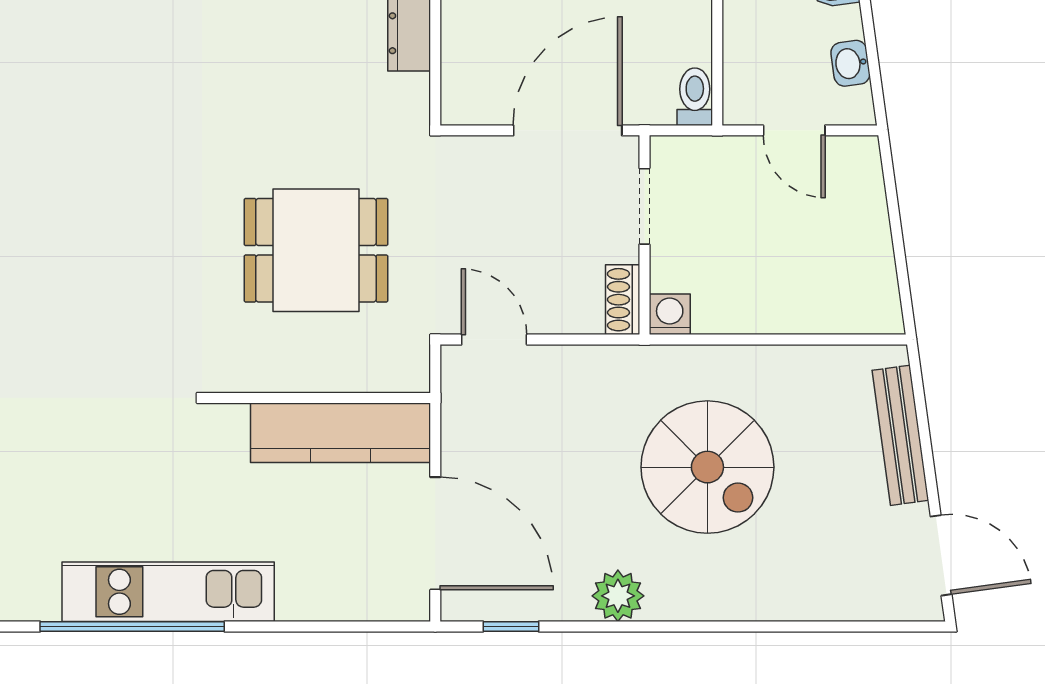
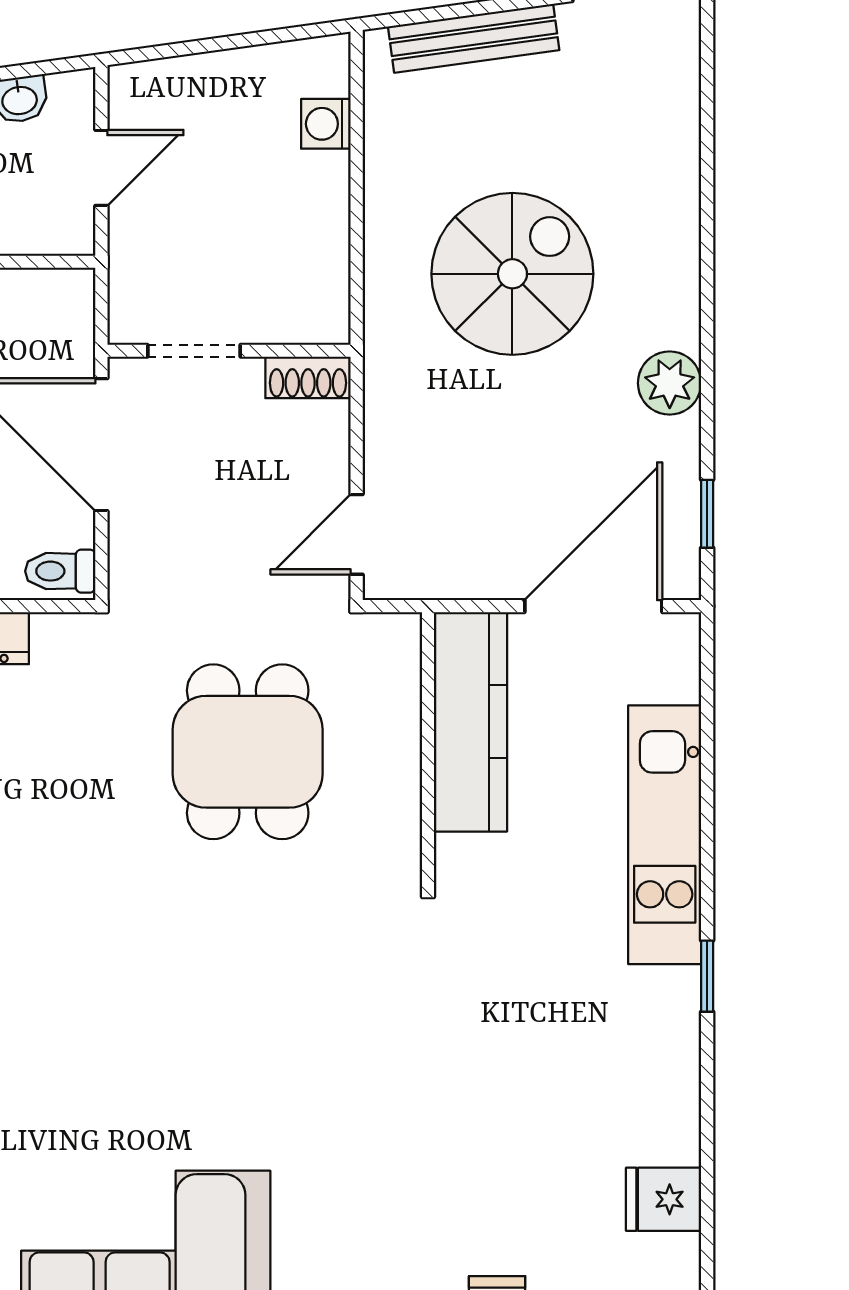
toilet: (695, 97) -> (60, 571), moved
washing machine: (670, 314) -> (326, 124), moved
kitchen unit: (168, 592) -> (665, 835), moved
window: (132, 627) -> (707, 976), width x0.32

